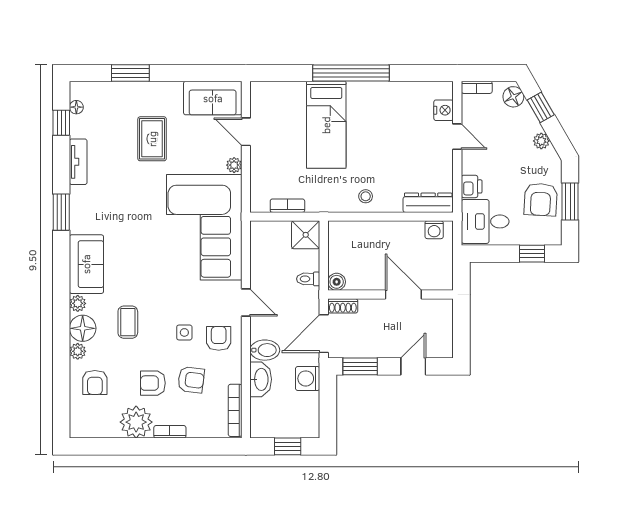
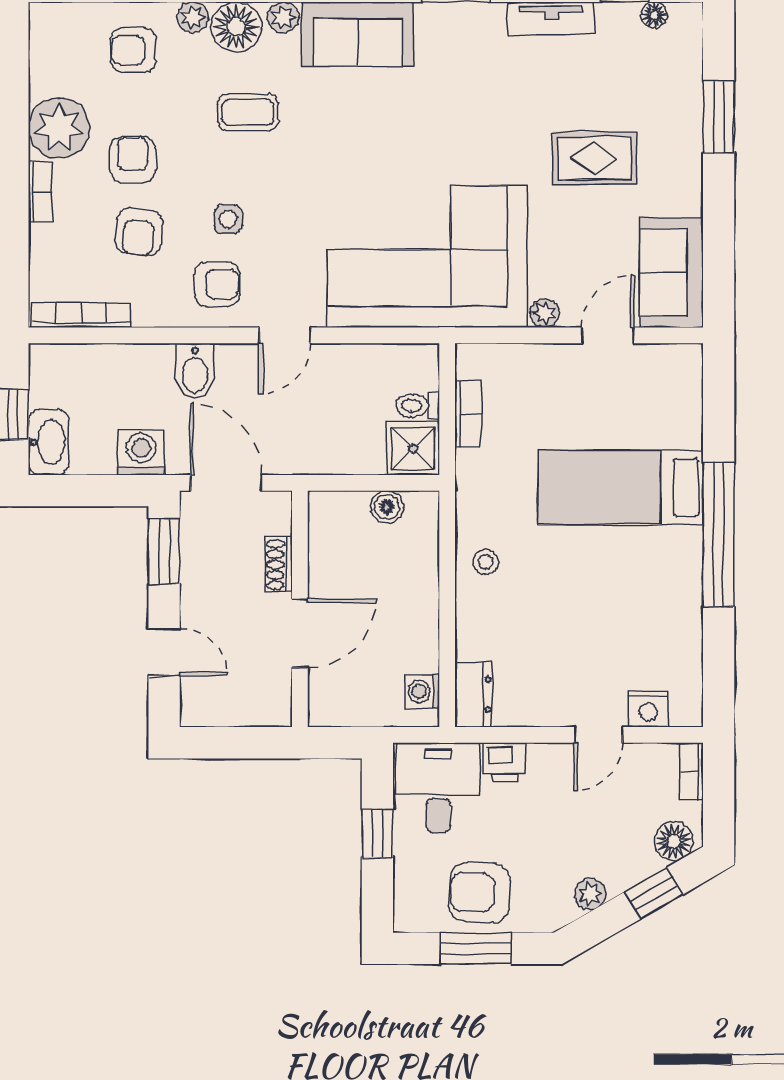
dresser: (428, 203) -> (473, 694), width x0.70
window: (532, 254) -> (377, 833), moved
toilet: (308, 279) -> (418, 406), moved, turned -90
boiler: (337, 282) -> (387, 507), moved
shoe rack: (343, 306) -> (278, 565), moved
washbasin: (261, 379) -> (49, 442), moved, turned -90

